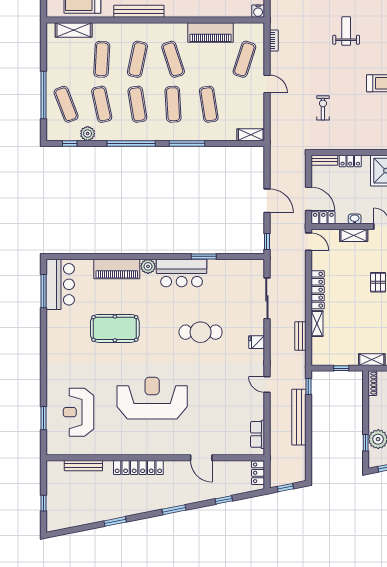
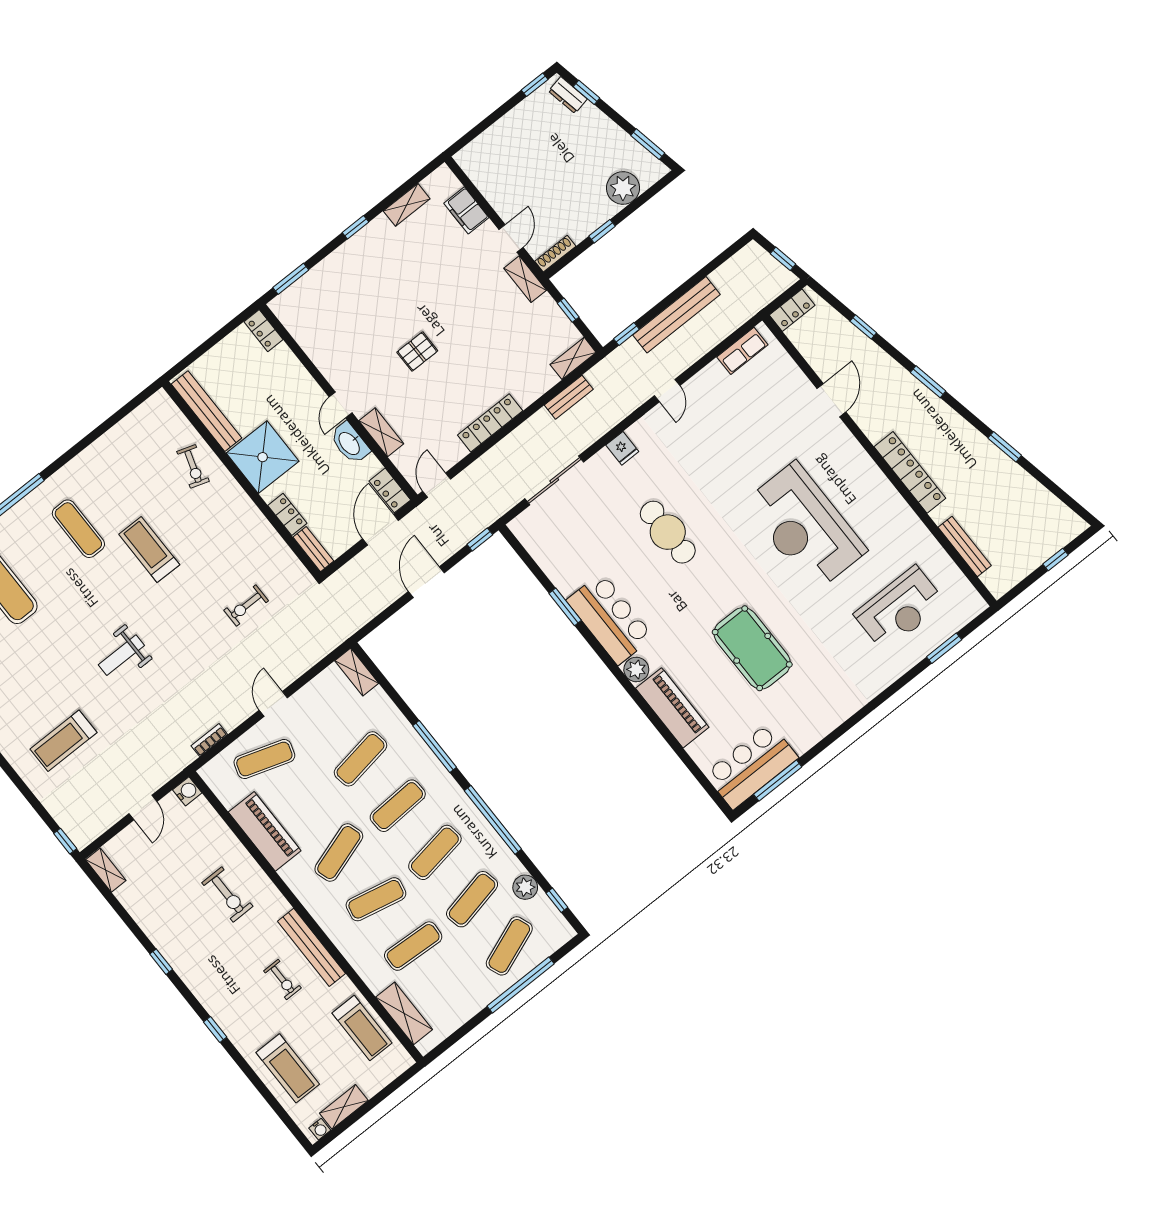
washbasin: (355, 219) -> (350, 443), width x1.91, depth x1.45
shelving: (317, 324) -> (573, 358), moved
window: (366, 443) -> (602, 231), moved

